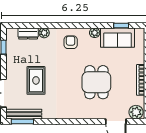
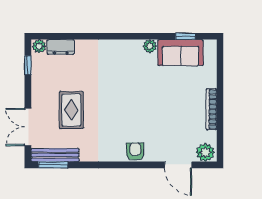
plant: (44, 33) -> (39, 46), moved
armchair: (71, 42) -> (135, 152), moved
dining table: (96, 82) -> (152, 112), removed

